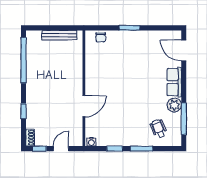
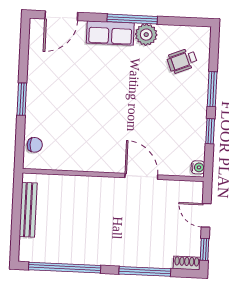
window: (24, 111) -> (145, 271), width x2.17
window: (184, 119) -> (132, 19), moved

